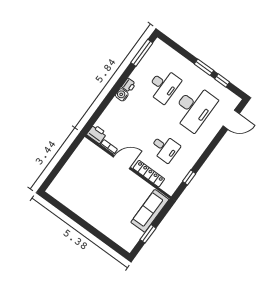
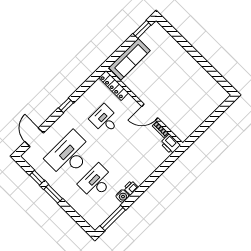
water cooler: (122, 95) -> (122, 196), moved
door: (231, 120) -> (34, 137), hinge flipped
locker: (149, 174) -> (114, 85), moved
window: (189, 177) -> (66, 105), moved
window: (148, 234) -> (142, 29), moved

